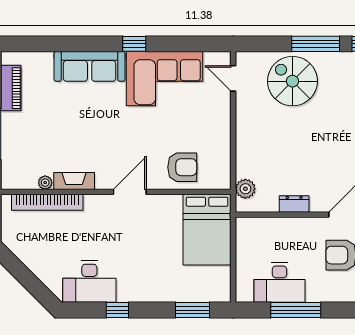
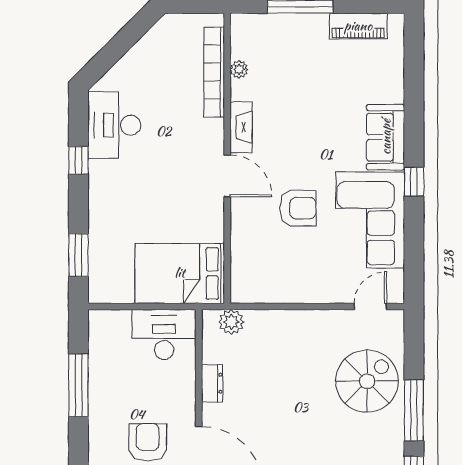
sofa: (90, 66) -> (386, 137), width x0.73
armchair: (182, 167) -> (298, 208), moved, turned -90
fireplace: (74, 181) -> (241, 127), moved
desk: (279, 283) -> (164, 334), moved, turned 90

